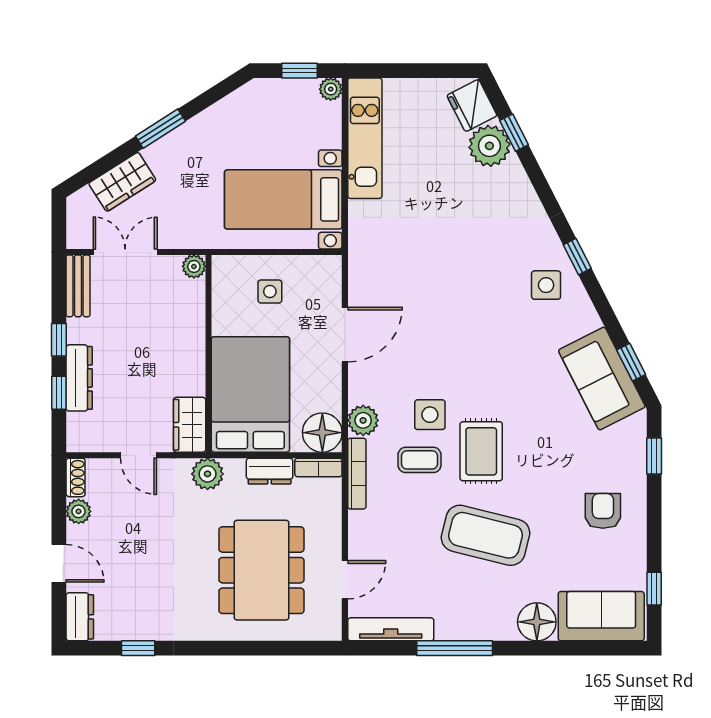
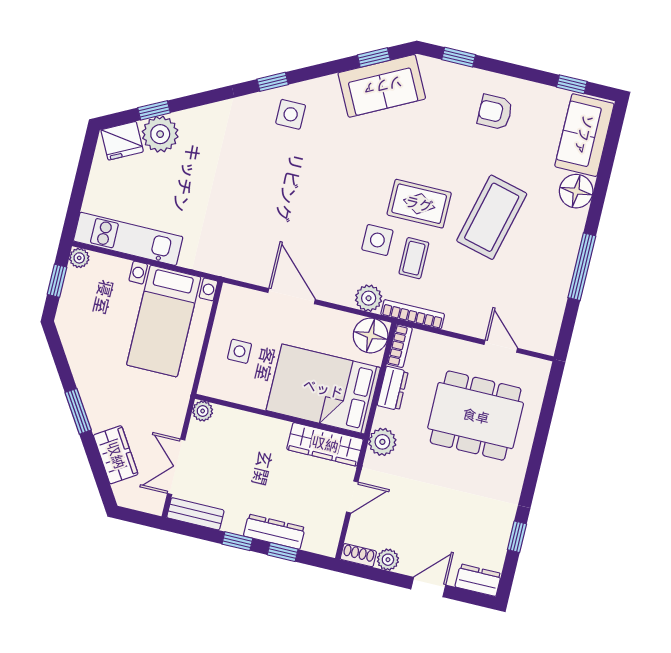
wardrobe: (190, 425) -> (325, 444), width x1.50
tv unit: (391, 629) -> (553, 317), removed

